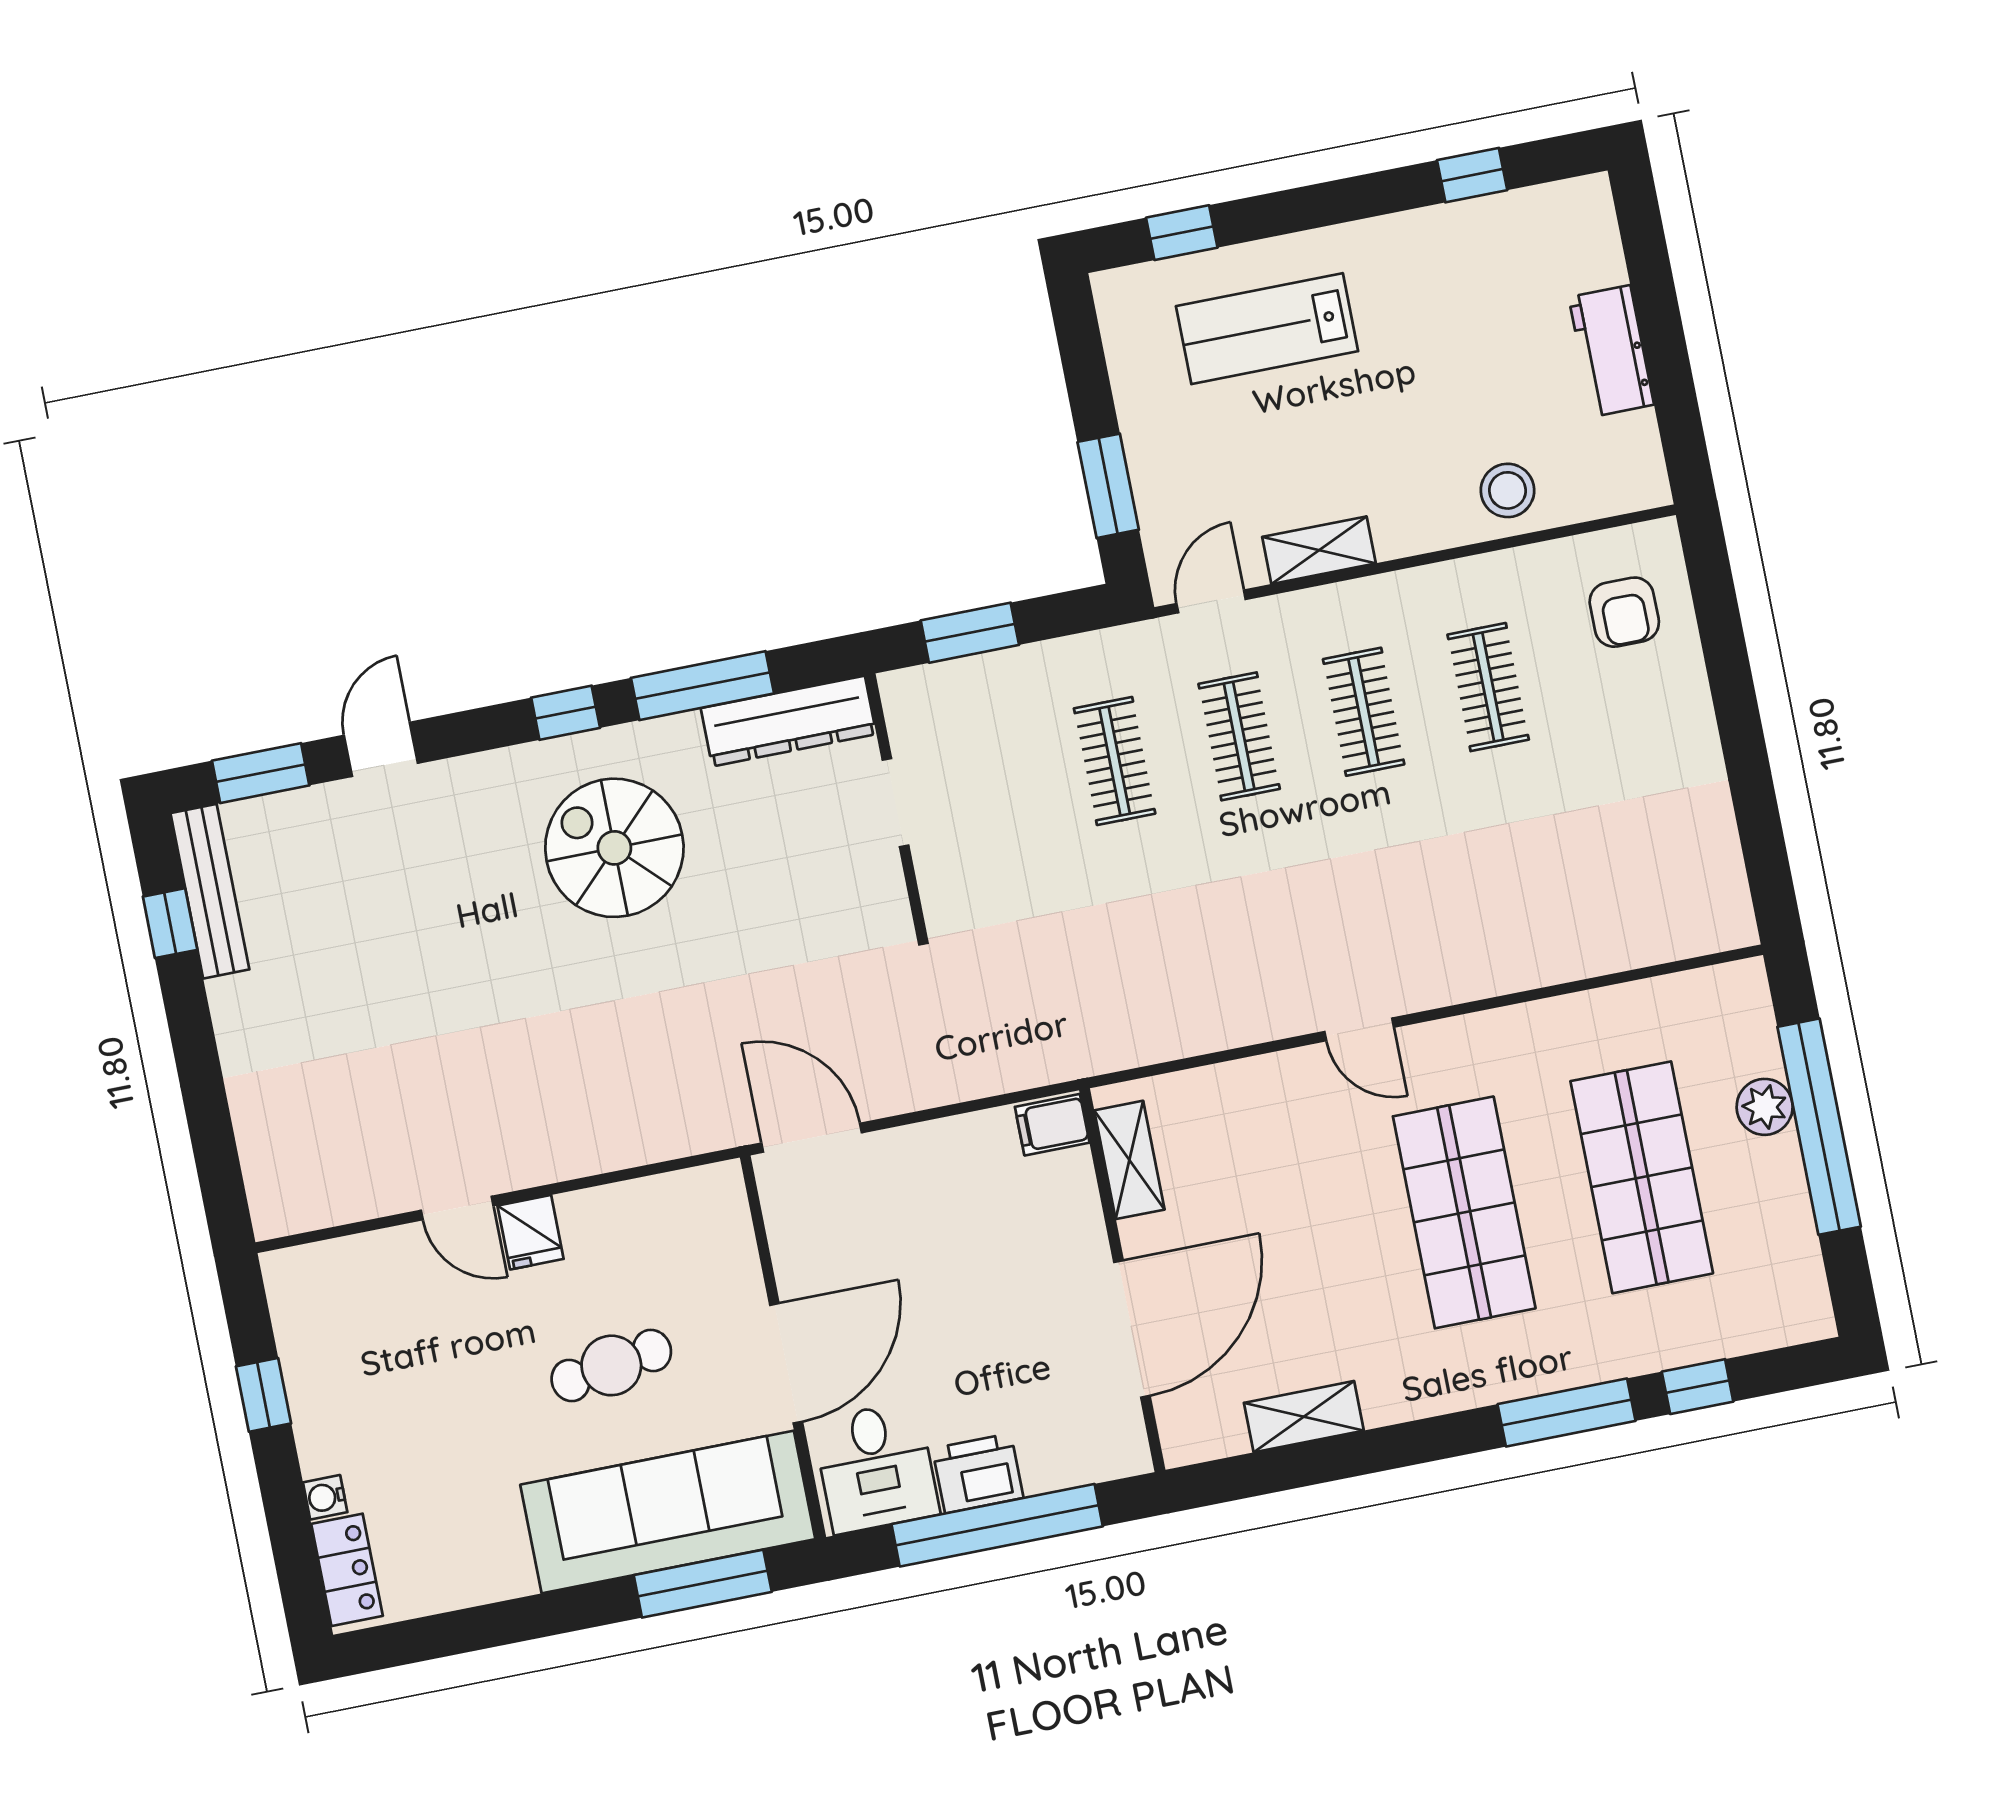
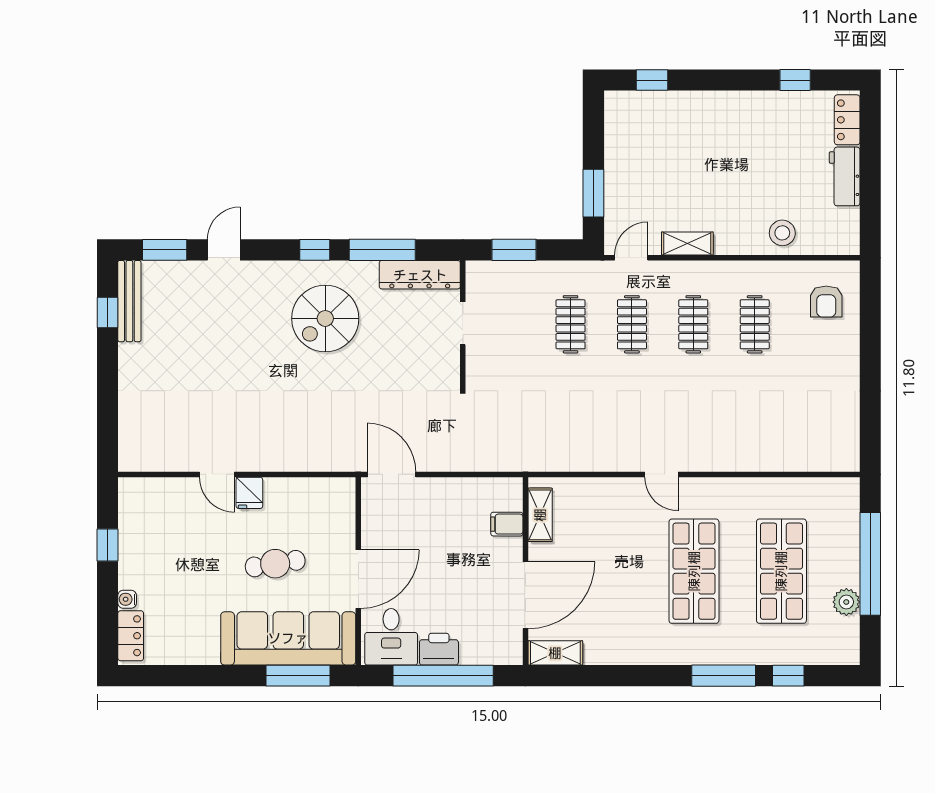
locker: (1594, 235) -> (847, 120), added
lab bench: (1267, 329) -> (683, 134), removed
spiral stairs: (614, 848) -> (325, 318), turned -90
plant: (1765, 1107) -> (846, 602), moved
filing cabinet: (1052, 1125) -> (507, 524), moved
shelving: (1304, 1417) -> (555, 653), moved

